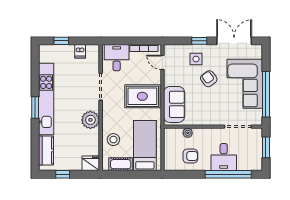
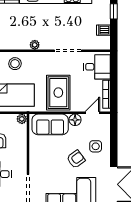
window: (199, 41) -> (114, 150), removed
floor lamp: (170, 80) -> (75, 120), added
plant: (90, 120) -> (35, 45), width x0.53, depth x0.53
plant: (188, 133) -> (22, 119), moved

